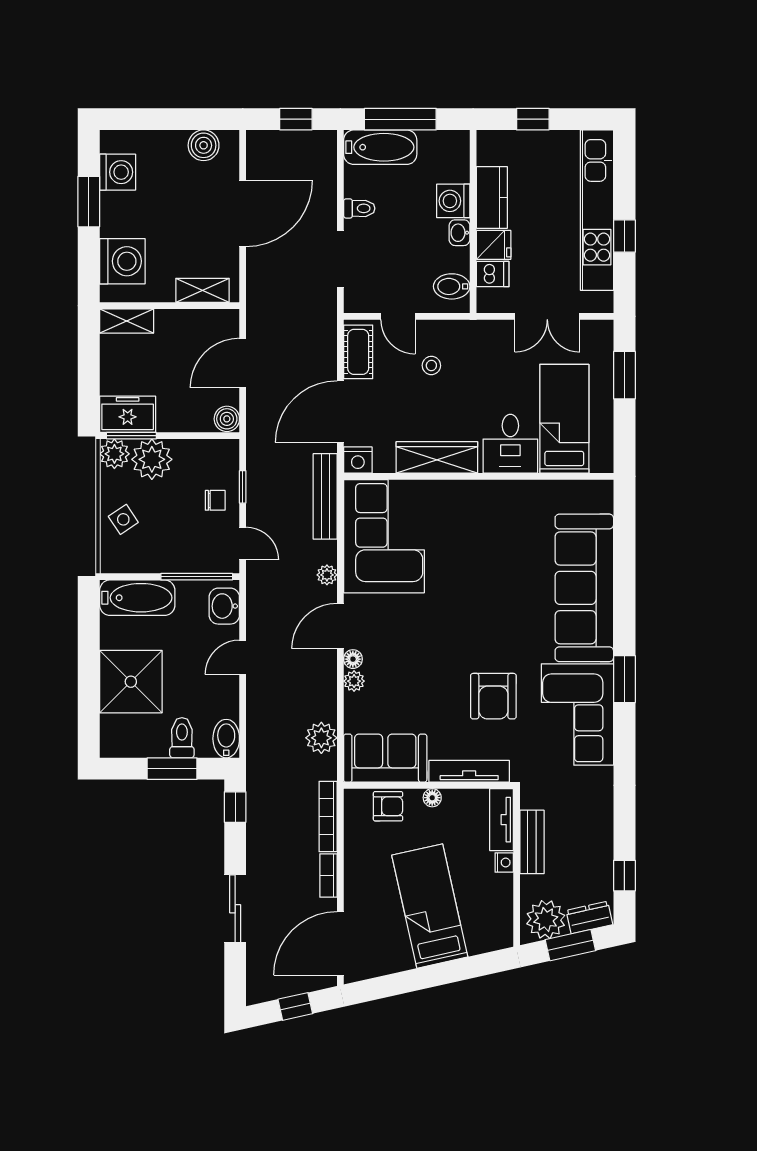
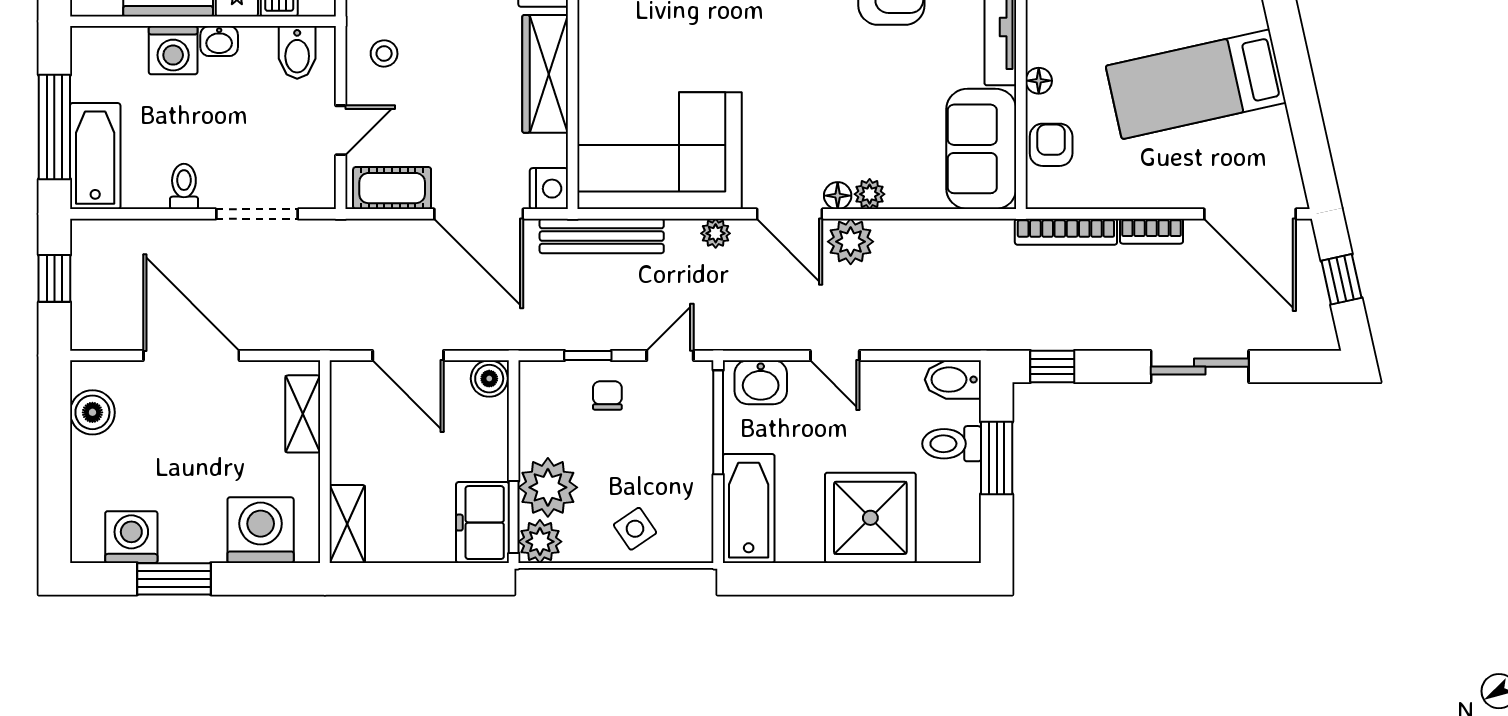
stool: (431, 365) -> (384, 53), moved
plant: (321, 738) -> (851, 242), moved

